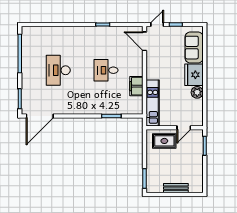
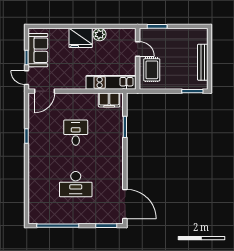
sofa: (194, 48) -> (38, 50), moved, turned -90
desk: (106, 70) -> (76, 133), turned 180
filing cabinet: (136, 86) -> (109, 100), moved
bench: (176, 188) -> (203, 62), width x1.36

